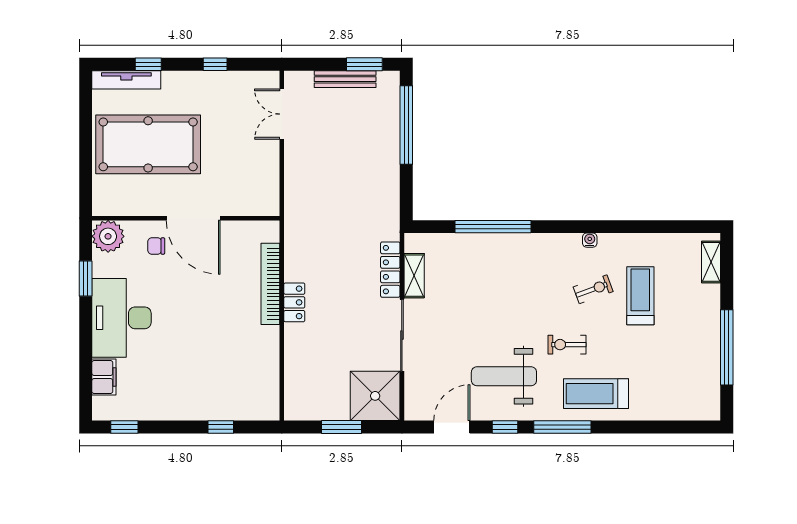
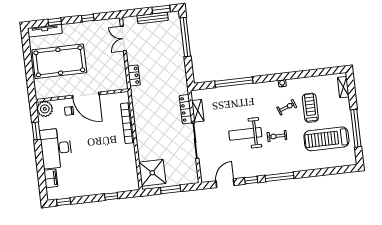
locker: (294, 302) -> (134, 76), moved
weight bench: (504, 376) -> (245, 134), moved
treadmill: (596, 394) -> (326, 139), moved, width x1.37, depth x1.38
shower: (375, 396) -> (152, 173), moved

